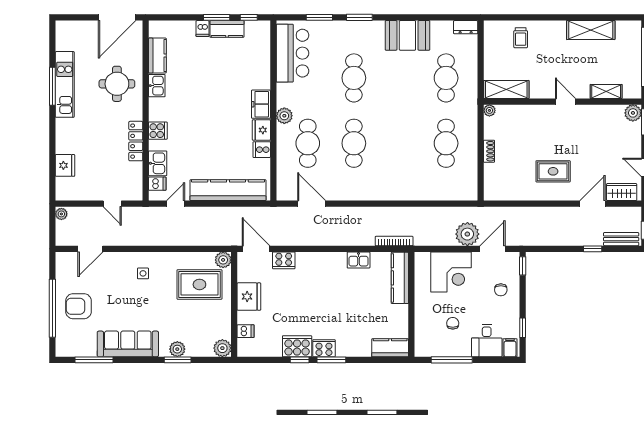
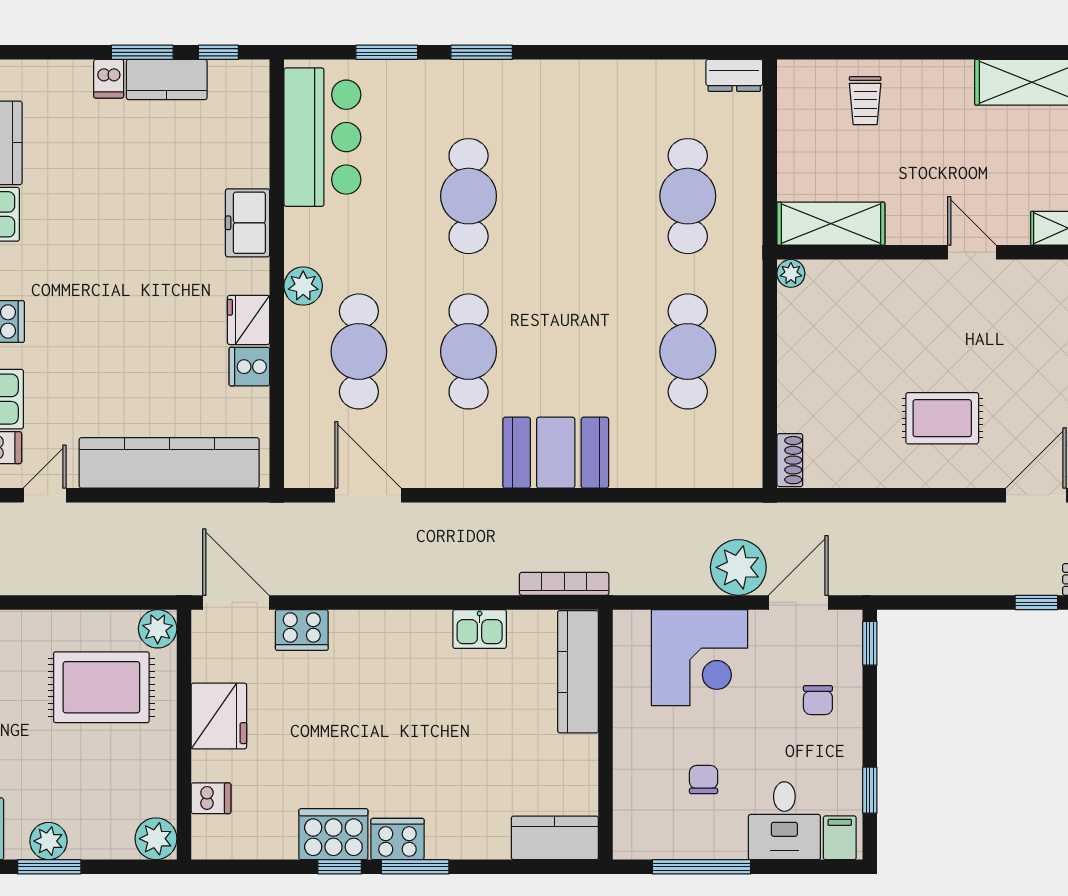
booth: (407, 35) -> (556, 453), moved
freezer: (261, 104) -> (248, 223), moved
shoe rack: (489, 151) -> (790, 460), moved

